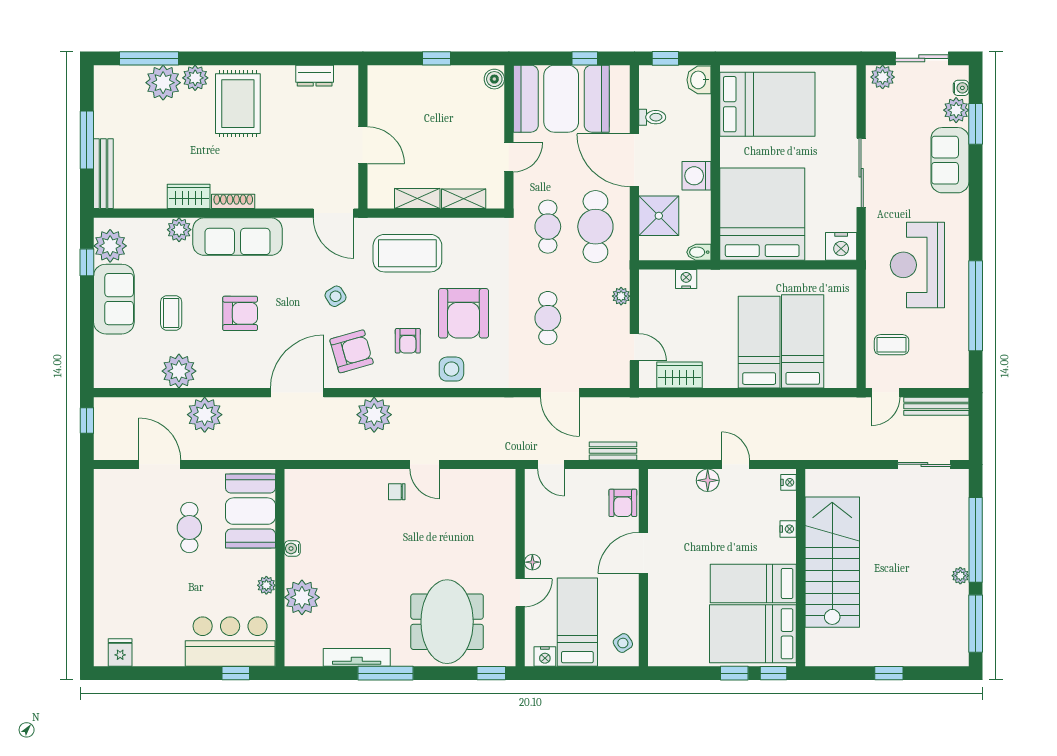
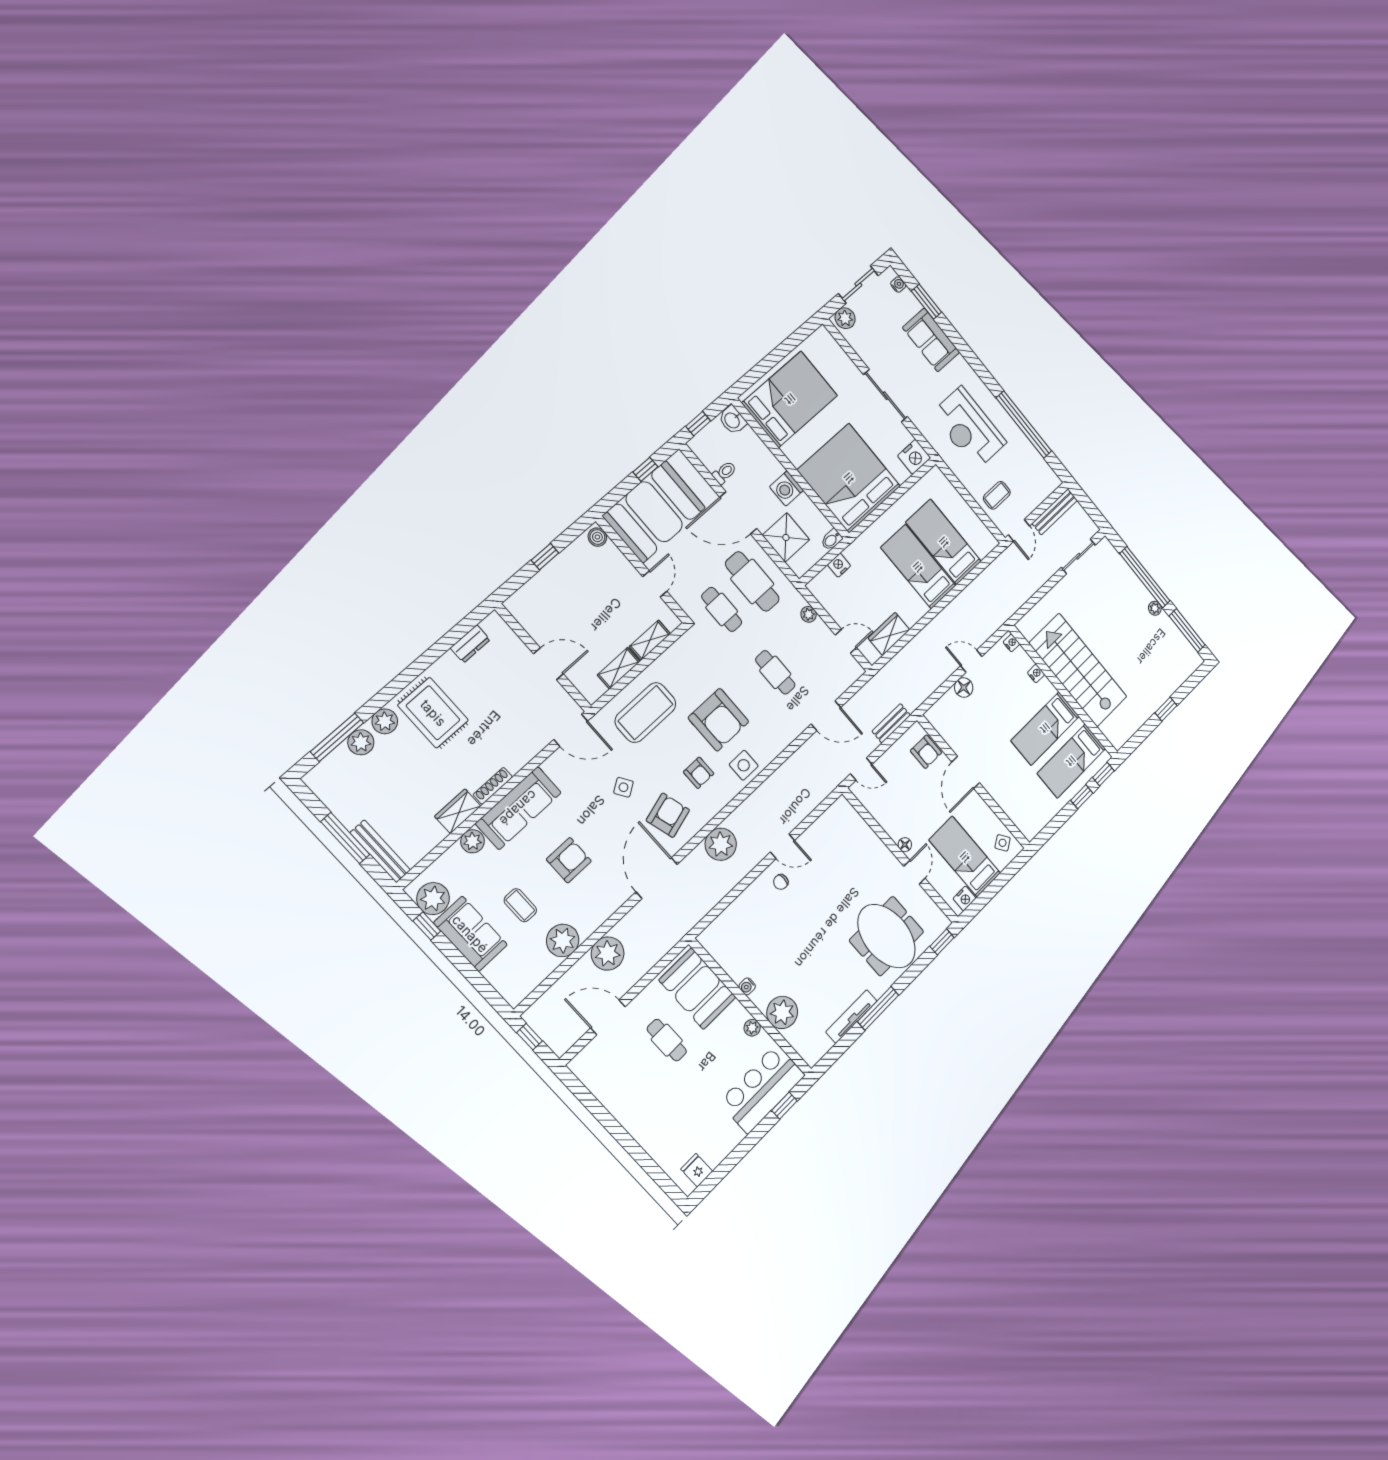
plant: (163, 83) -> (361, 742), width x0.73, depth x0.73
plant: (956, 110) -> (907, 302), removed
bed: (753, 634) -> (1071, 761), width x0.67

